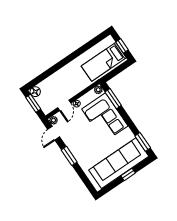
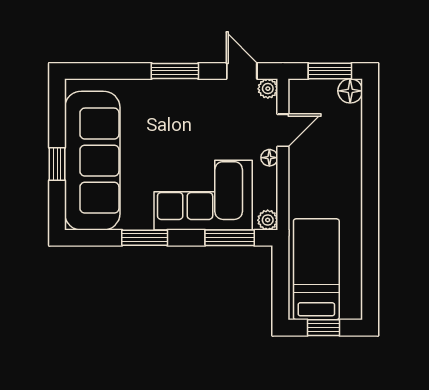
door: (64, 105) -> (283, 130), swing flipped
window: (143, 142) -> (145, 238), moved

